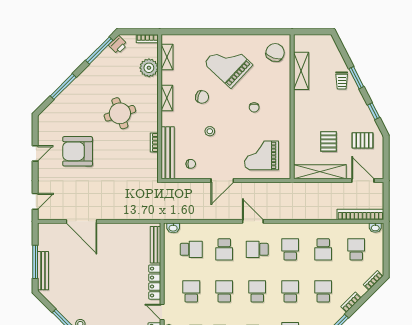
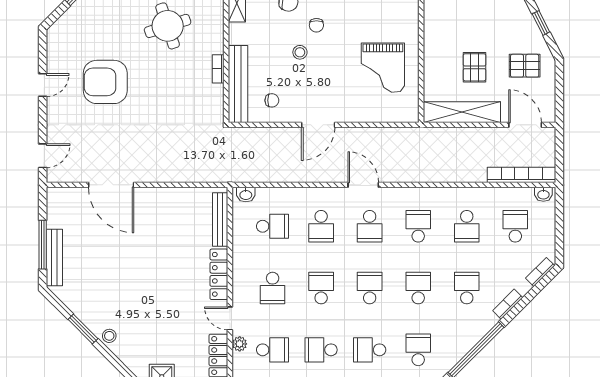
chair: (254, 107) -> (316, 25), moved
grand piano: (262, 155) -> (383, 68), moved, turned -90
school desk: (257, 249) -> (370, 226), turned -90
school desk: (191, 291) -> (273, 288), turned 180

